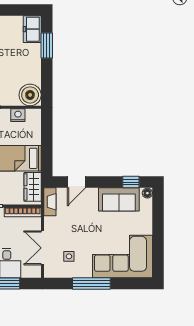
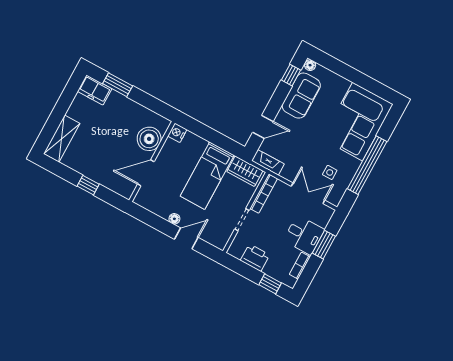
boiler: (30, 95) -> (149, 139), moved
nightstand: (18, 115) -> (177, 133), moved
door: (76, 182) -> (263, 127), hinge flipped
double door: (42, 248) -> (308, 193), swing flipped
window: (91, 284) -> (367, 165), width x1.46

